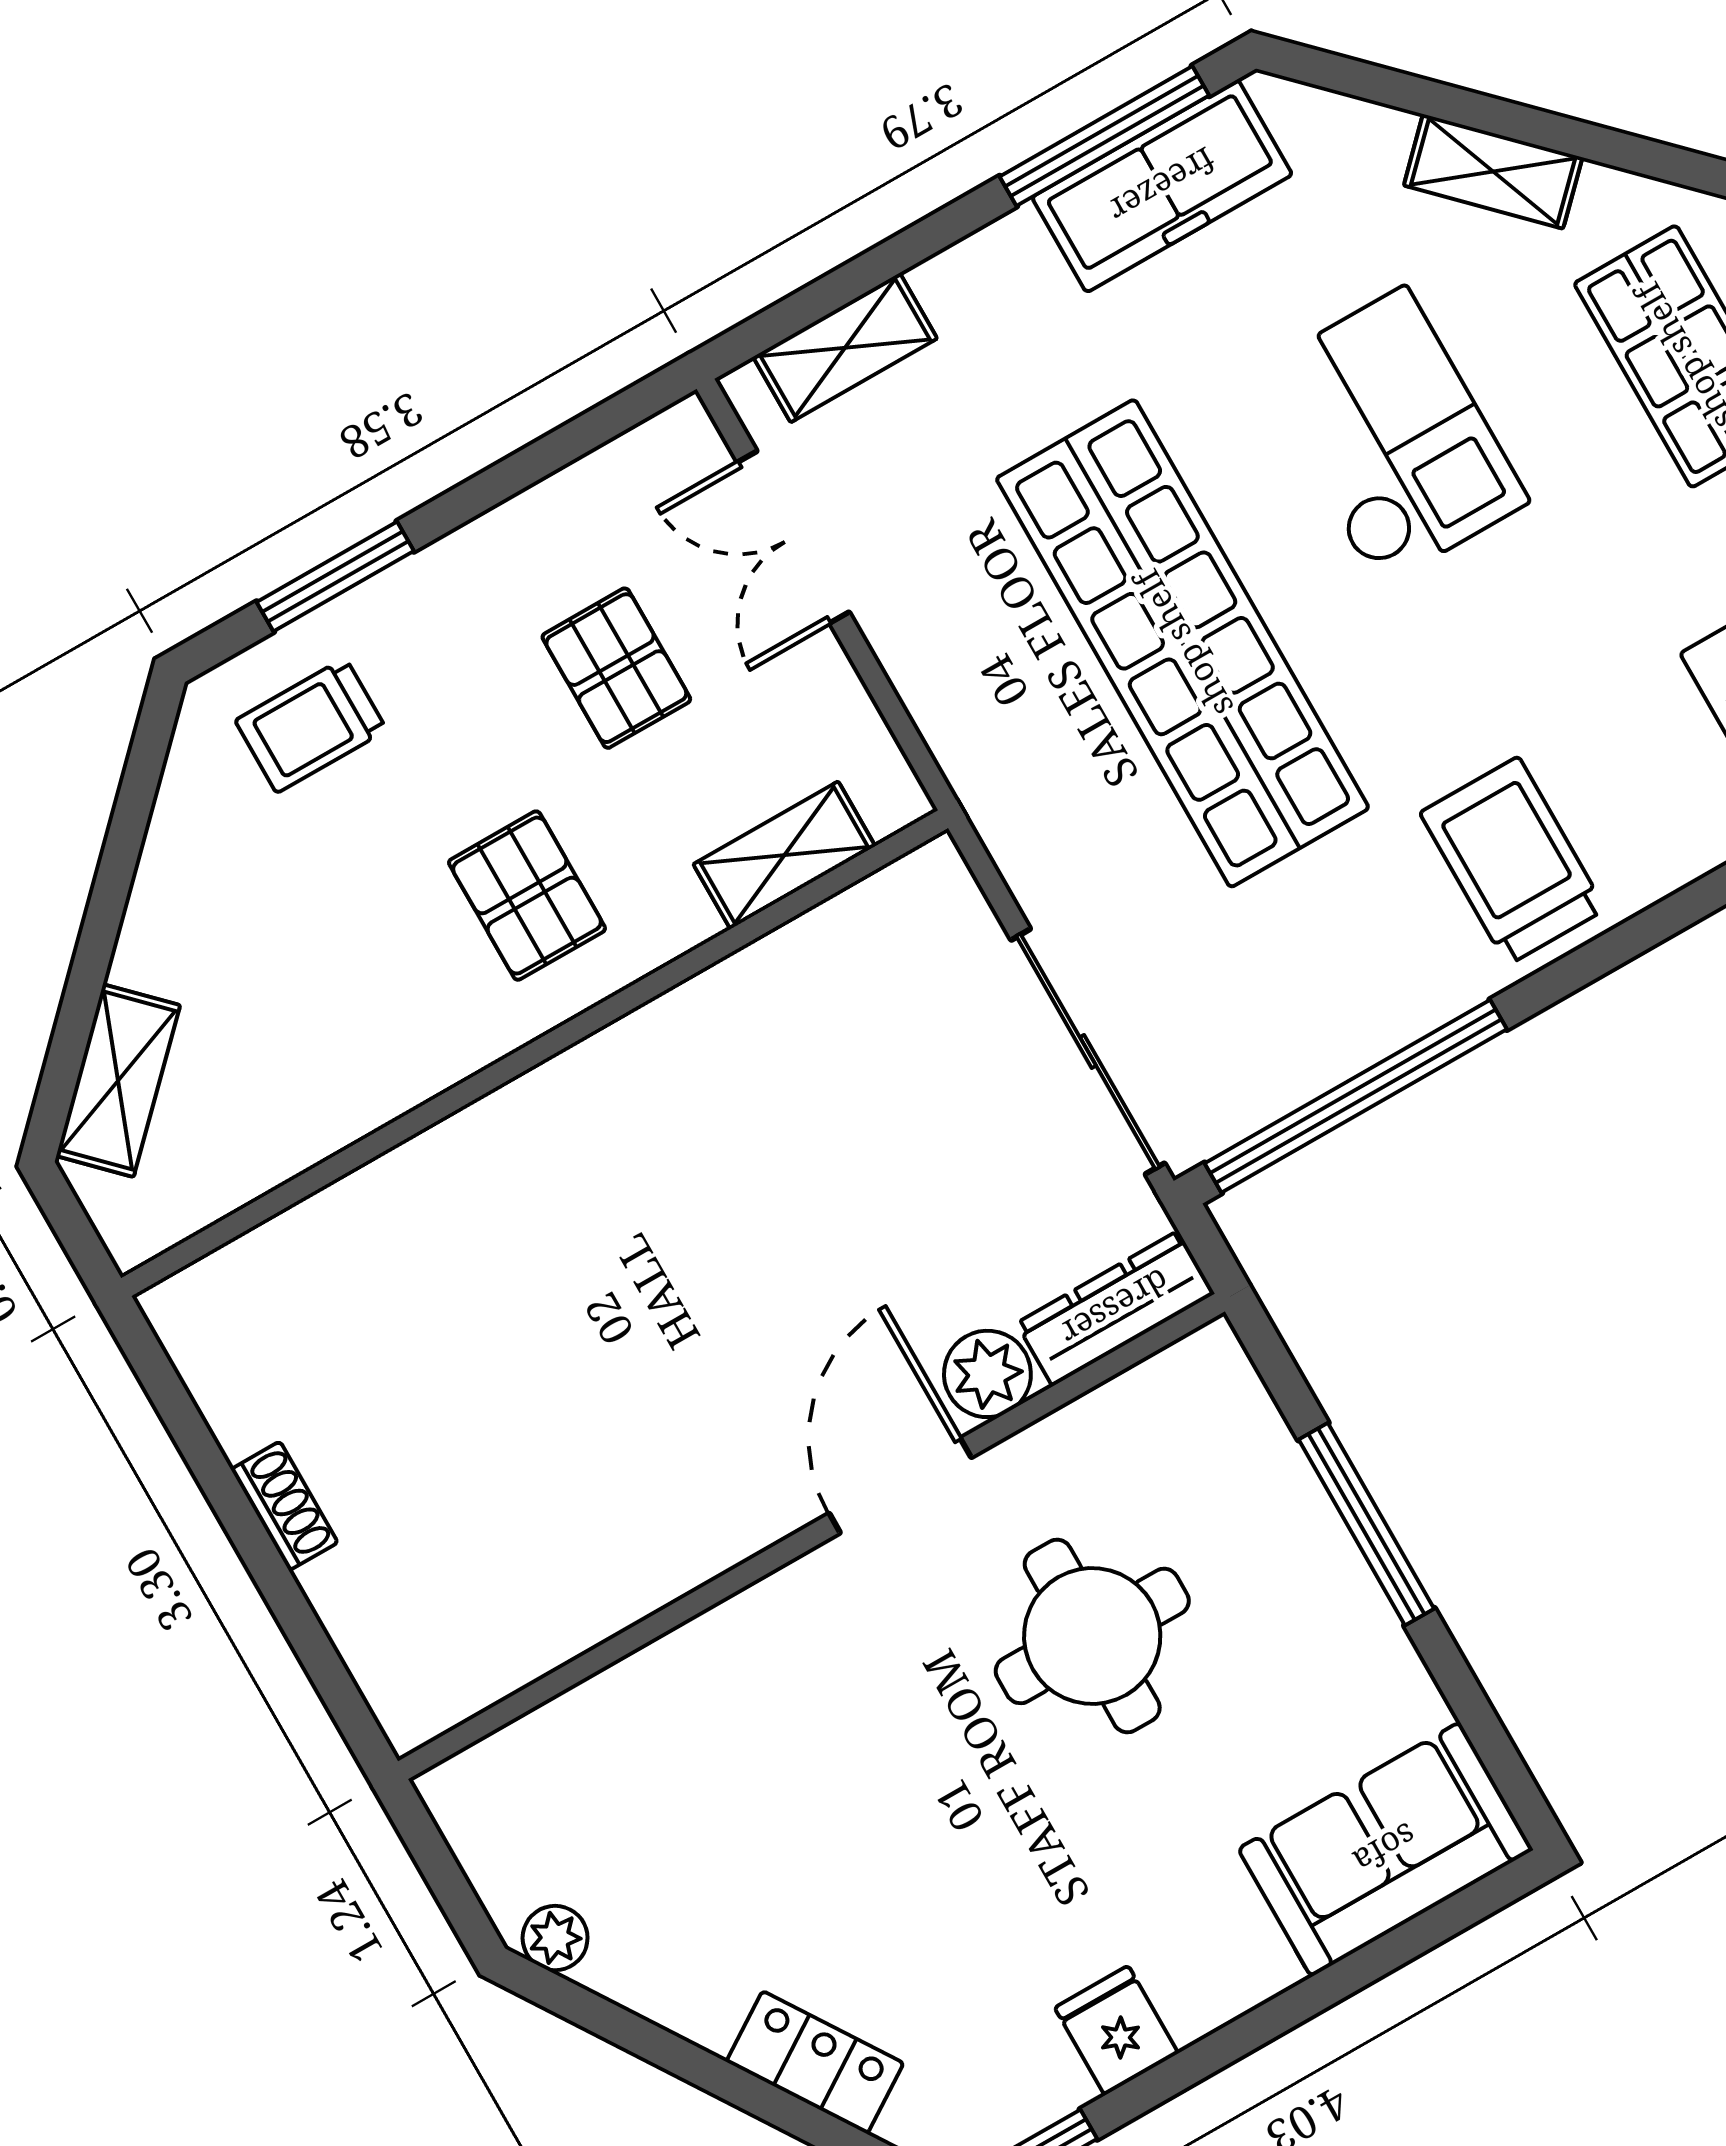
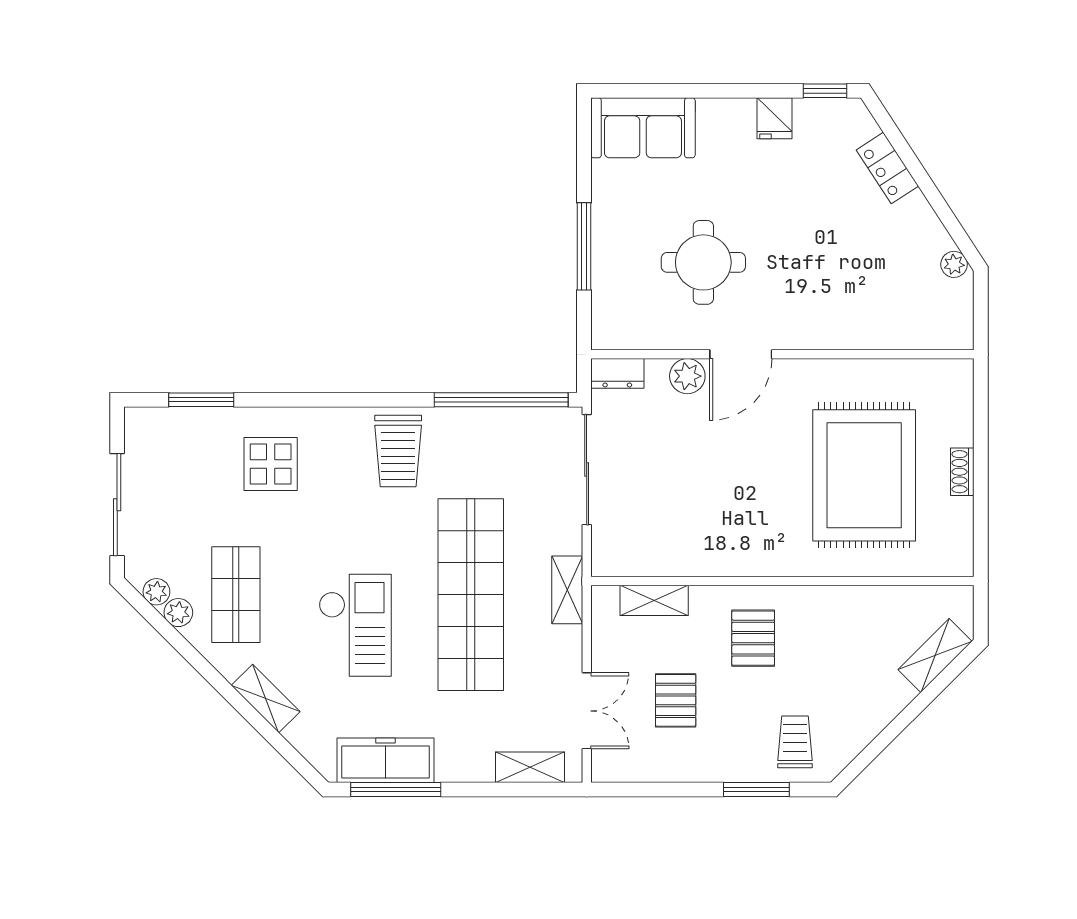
checkout: (1392, 437) -> (355, 625), turned 180
trolley: (311, 725) -> (795, 742), turned -90
shelving: (983, 771) -> (567, 590), added
dresser: (1115, 1308) -> (617, 373), width x0.70
rug: (489, 1378) -> (864, 475), added

